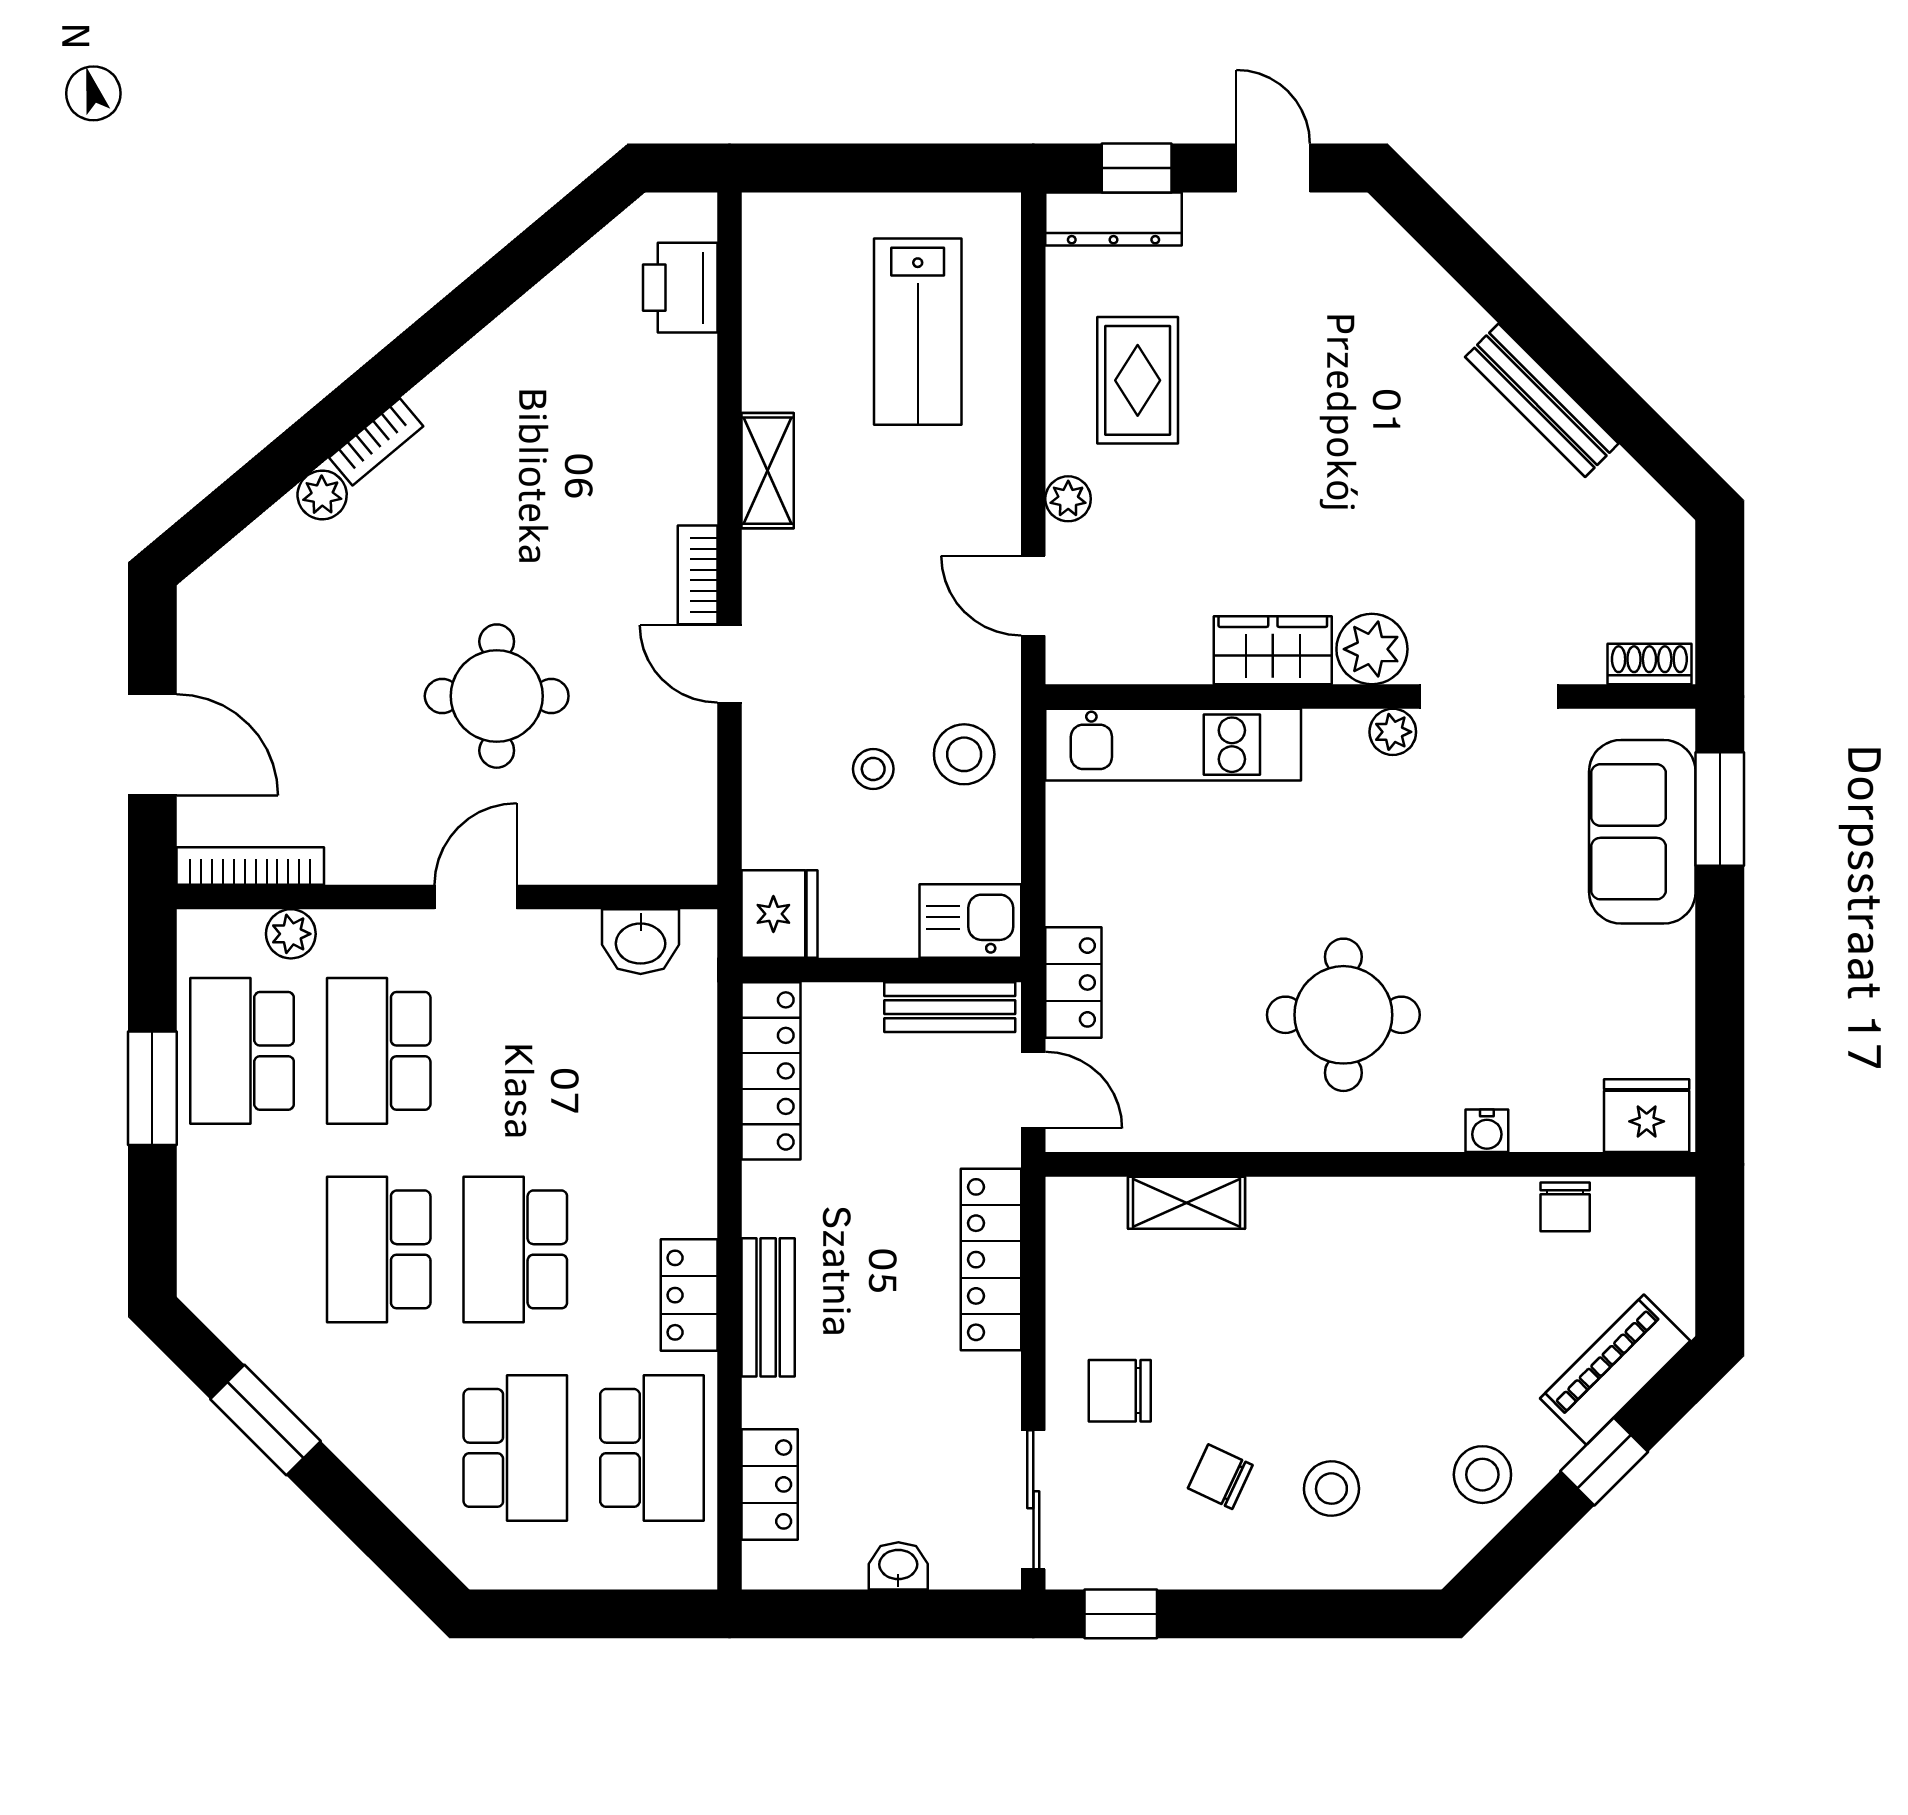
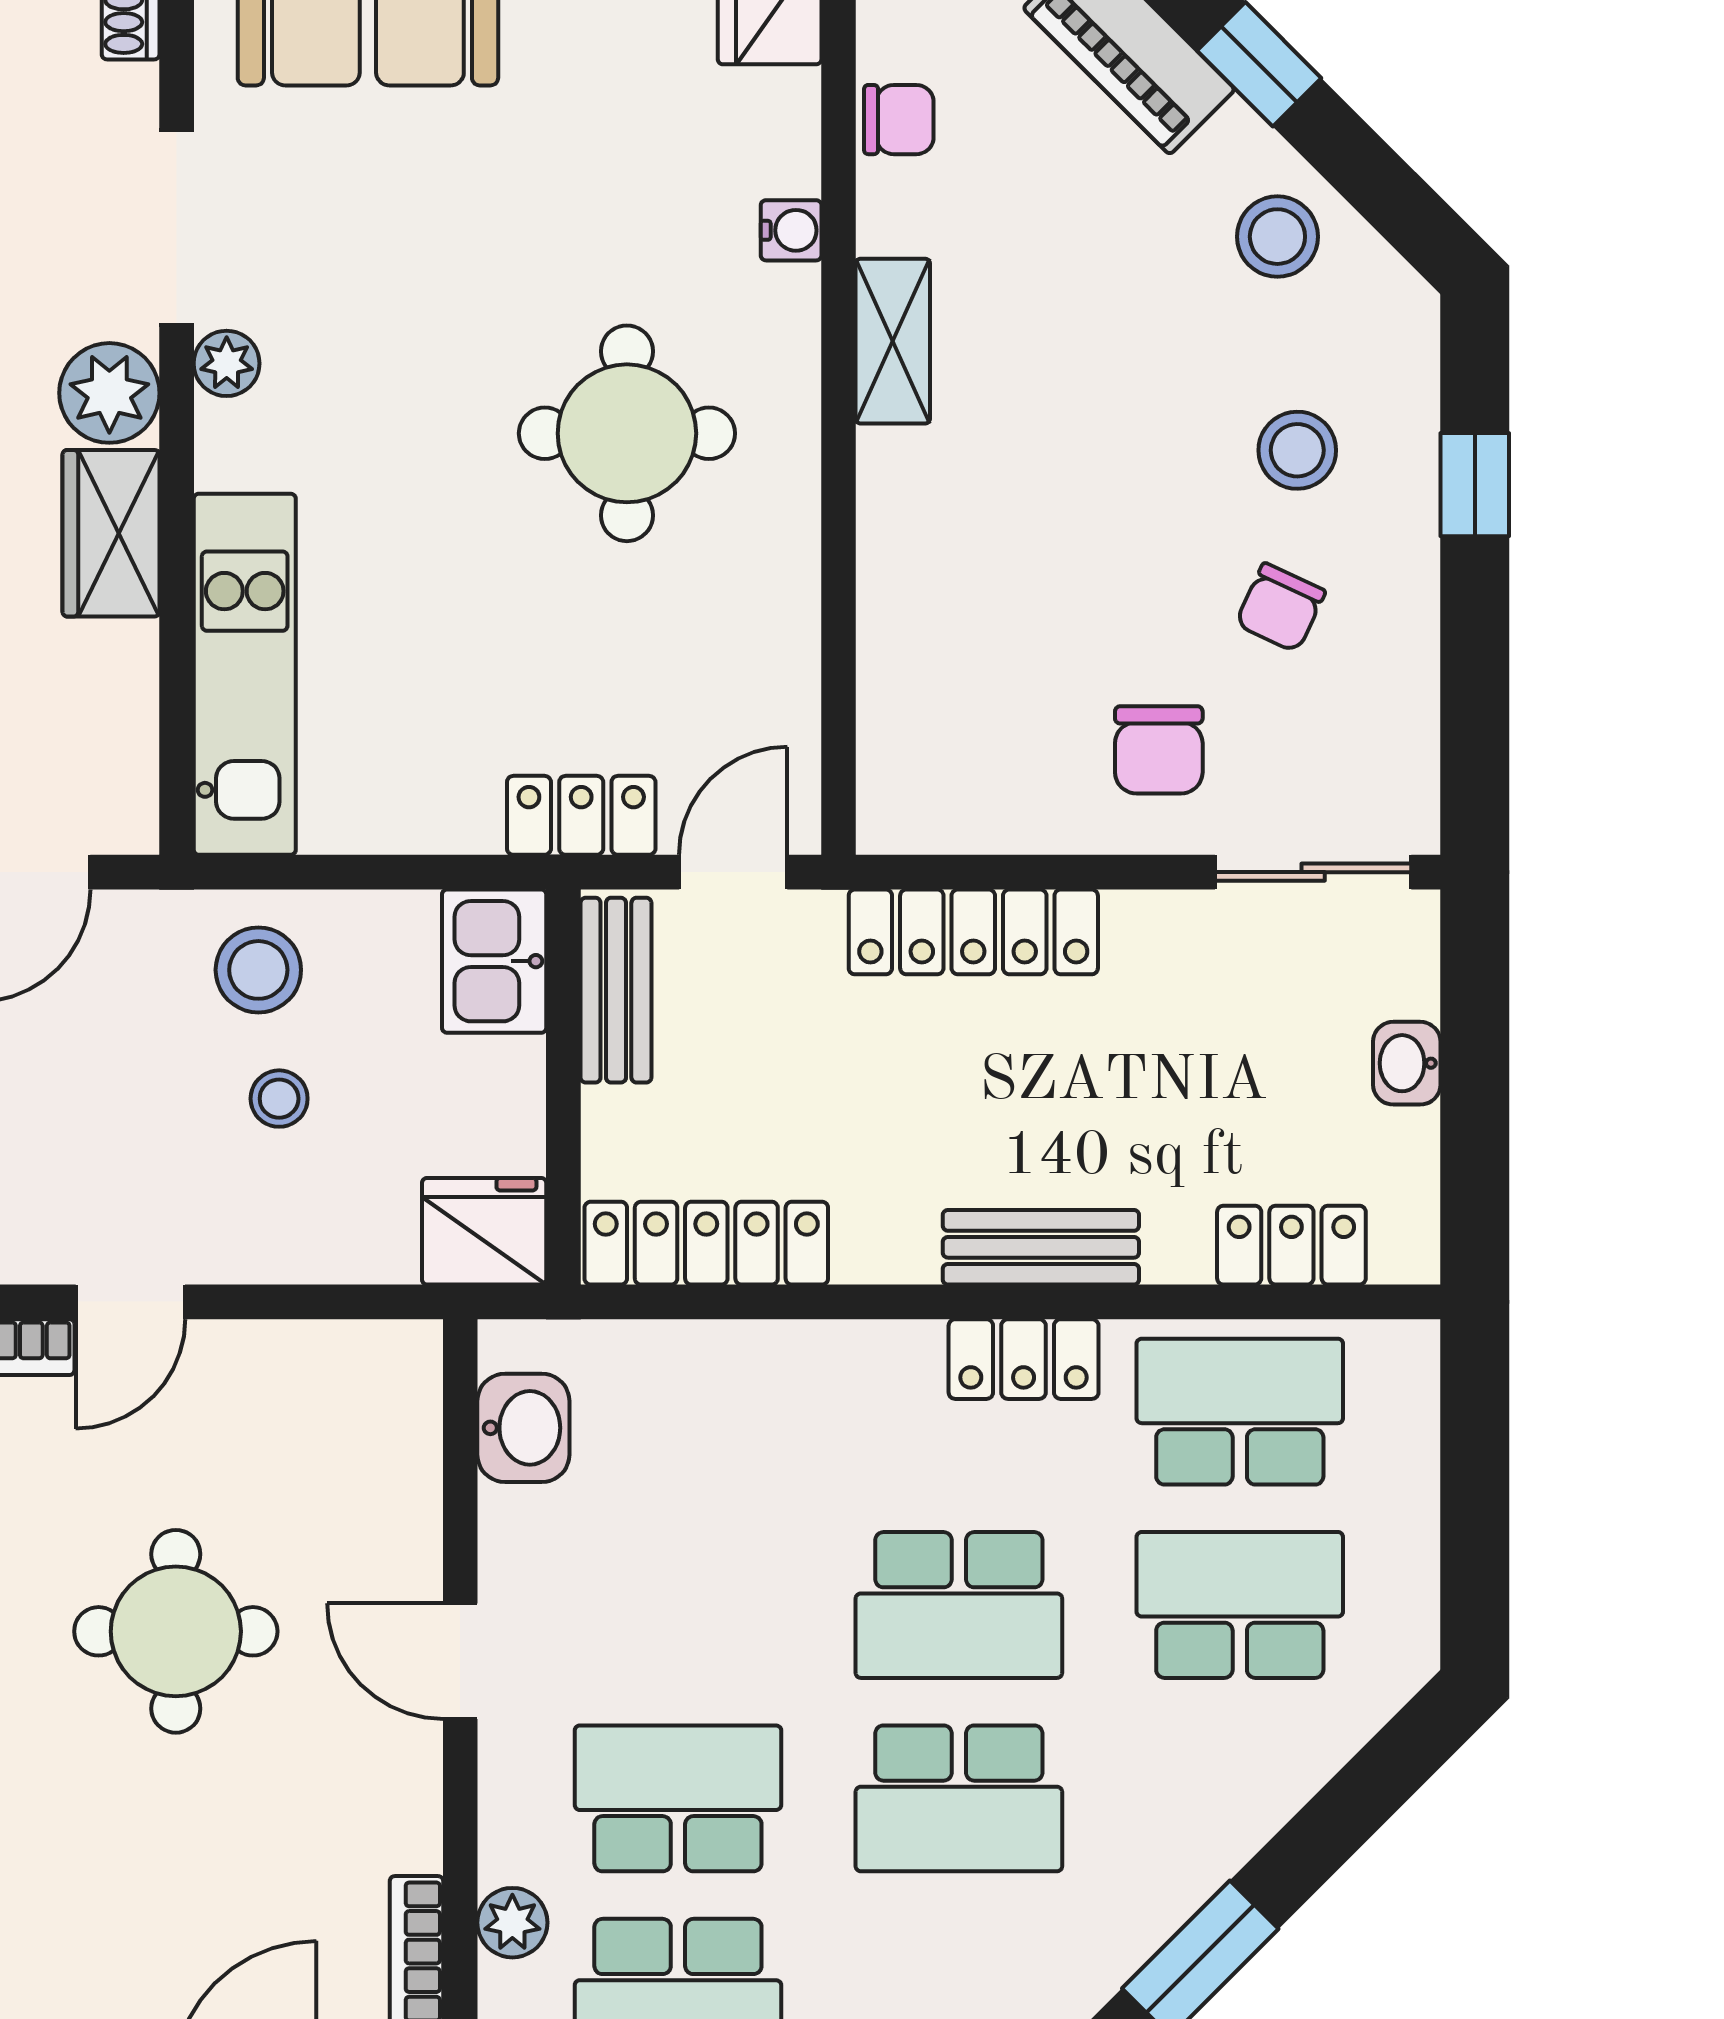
school desk: (379, 1051) -> (678, 1798), turned 180
shelving: (1187, 1203) -> (893, 341), moved
window: (1121, 1614) -> (1475, 485), moved

